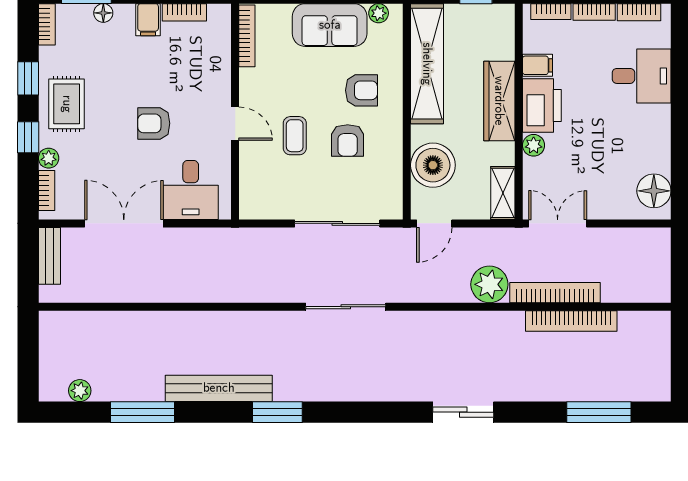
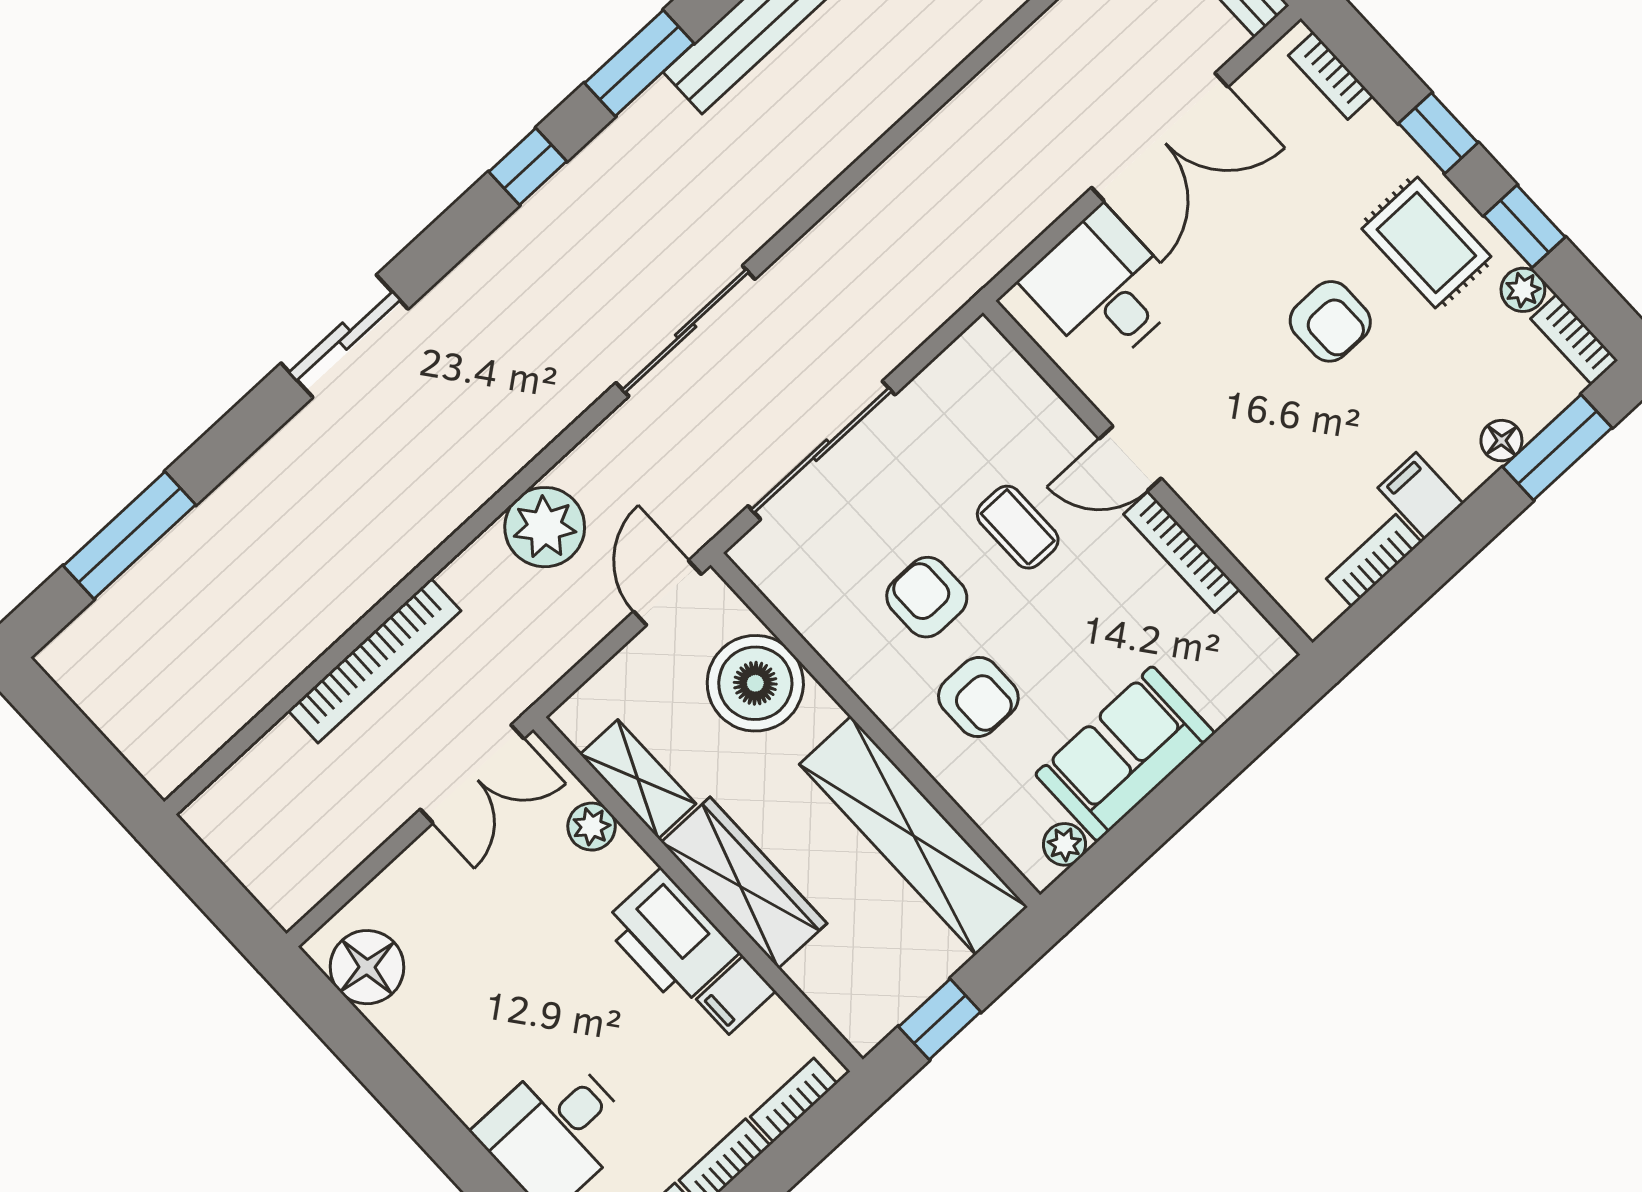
bookcase: (247, 36) -> (1182, 552), moved
armchair: (361, 90) -> (978, 697), turned -90
armchair: (154, 123) -> (1330, 321), moved, turned 90
plant: (534, 145) -> (592, 827), moved
plant: (49, 158) -> (1523, 290), moved
shelving: (503, 193) -> (638, 779), moved
plant: (489, 284) -> (545, 527), moved
bookcase: (571, 321) -> (307, 639), removed
window: (348, 412) -> (528, 167), added

